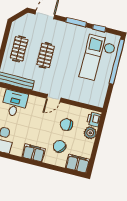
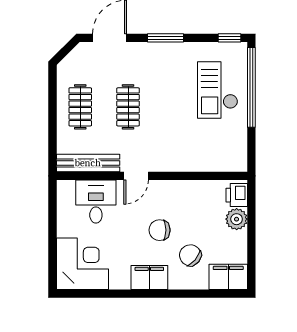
window: (99, 28) -> (230, 38), moved
checkout: (98, 59) -> (218, 90), width x0.73, depth x0.83
door: (54, 98) -> (136, 176), moved
chair: (66, 125) -> (160, 230), moved

